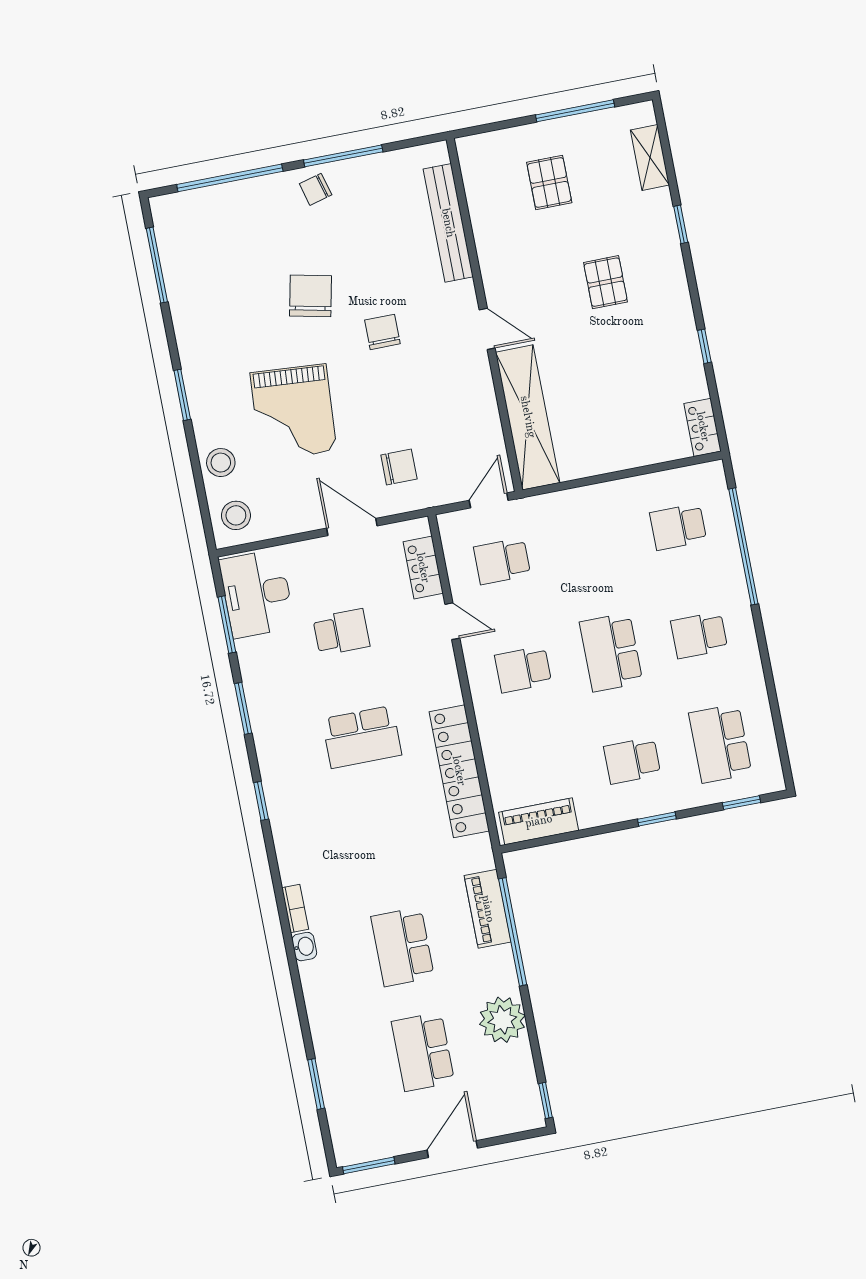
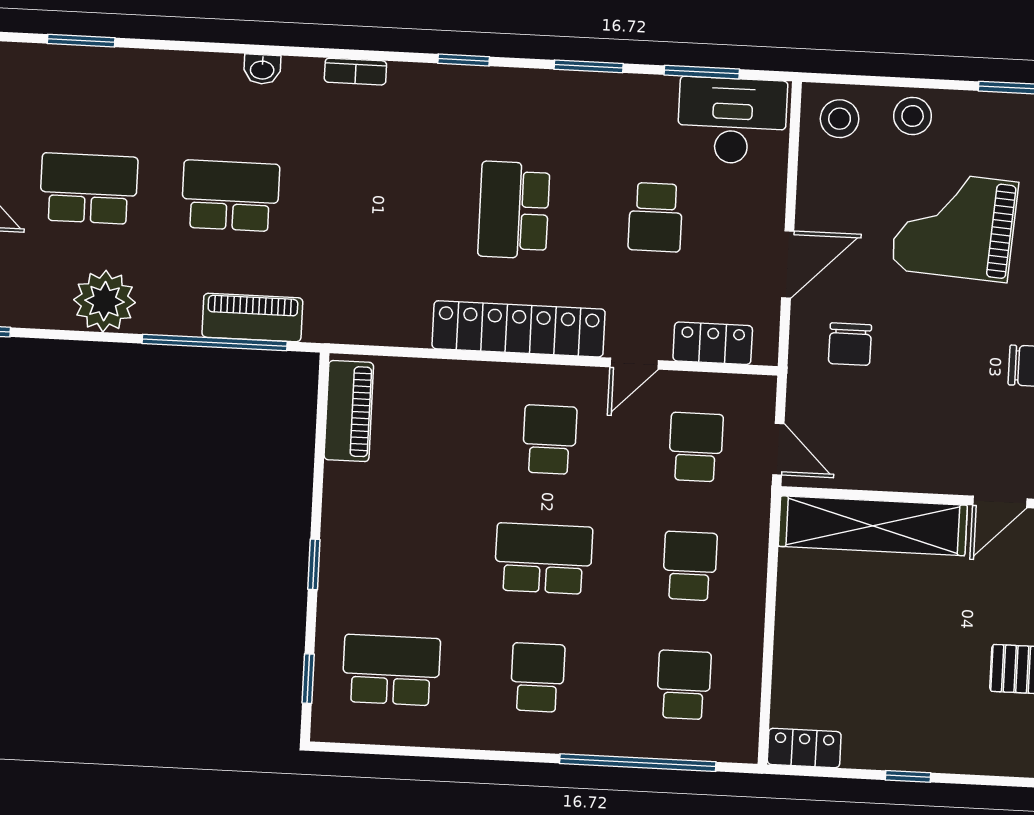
school desk: (632, 761) -> (690, 566), moved
locker: (459, 771) -> (519, 329), moved
bookcase: (295, 909) -> (355, 72), moved

